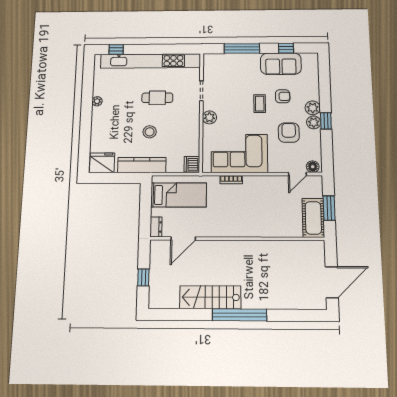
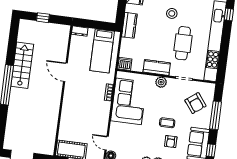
cafe table: (157, 98) -> (183, 43), width x1.37, depth x1.35
kitchen counter: (192, 125) -> (157, 67), added
stool: (150, 132) -> (172, 13), moved
armchair: (289, 133) -> (195, 103), moved, turned 53
kitchen counter: (142, 165) -> (129, 25), width x0.67
door: (183, 239) -> (65, 72), moved

